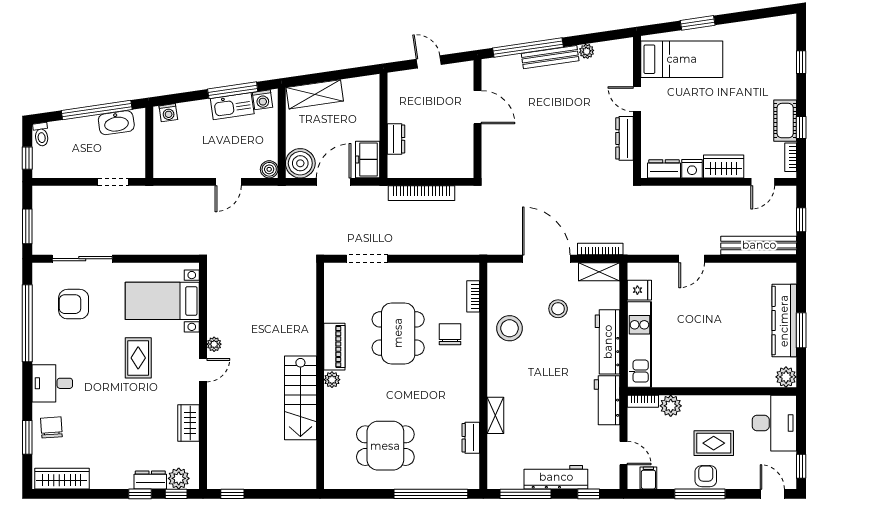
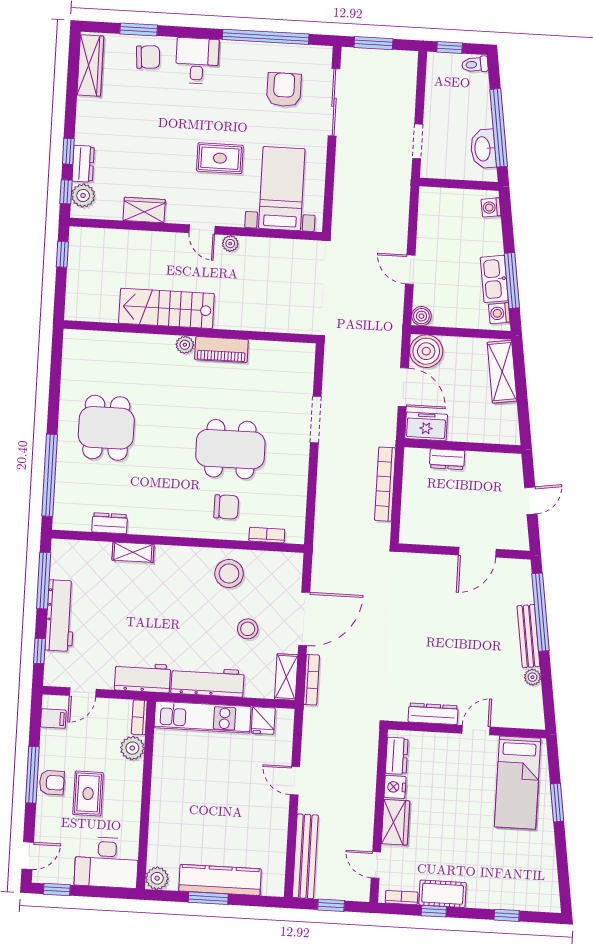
piano: (334, 347) -> (221, 350), moved
wall: (320, 376) -> (190, 332), moved
plant: (332, 380) -> (185, 345), moved
stairs: (300, 398) -> (166, 308), moved

